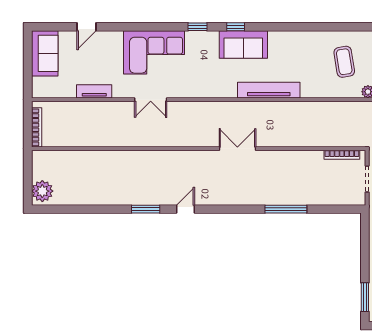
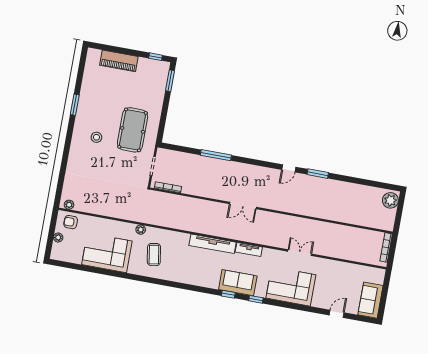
sofa: (243, 44) -> (238, 283), moved
tv unit: (94, 91) -> (249, 250), moved

